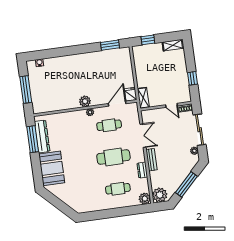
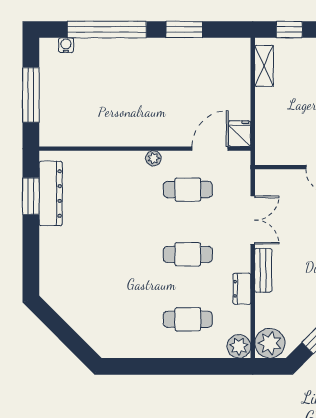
window: (110, 45) -> (184, 30), moved
window: (58, 52) -> (107, 30), added
shelving: (143, 98) -> (264, 66), moved
plant: (85, 101) -> (146, 135), removed
window: (33, 139) -> (31, 196), width x0.69
cafe table: (113, 157) -> (188, 254), width x0.73, depth x0.74
booth: (52, 168) -> (61, 260), removed

